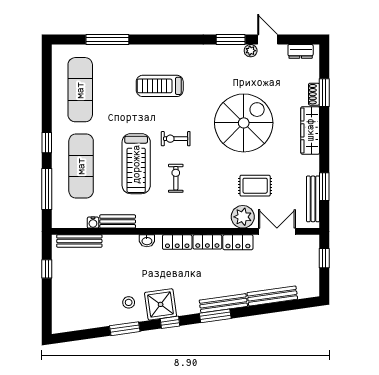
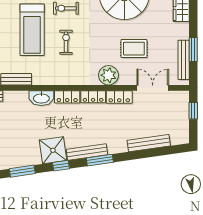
plant: (243, 217) -> (108, 75), moved
washbasin: (147, 241) -> (41, 98), width x1.91, depth x1.45
stool: (129, 302) -> (26, 149), removed
bench: (223, 303) -> (87, 152), moved

